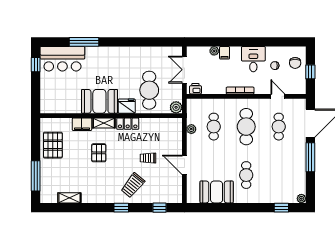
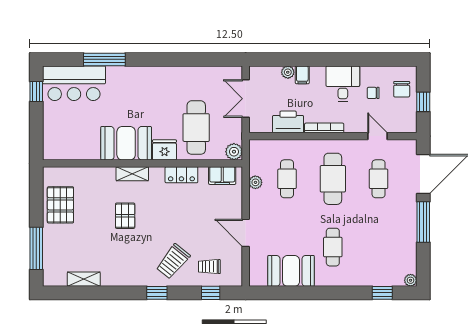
printer: (195, 89) -> (288, 122), moved, width x1.87, depth x1.48
filing cabinet: (82, 124) -> (222, 176), moved
locker: (128, 124) -> (181, 175), moved
trolley: (148, 158) -> (209, 267), moved

